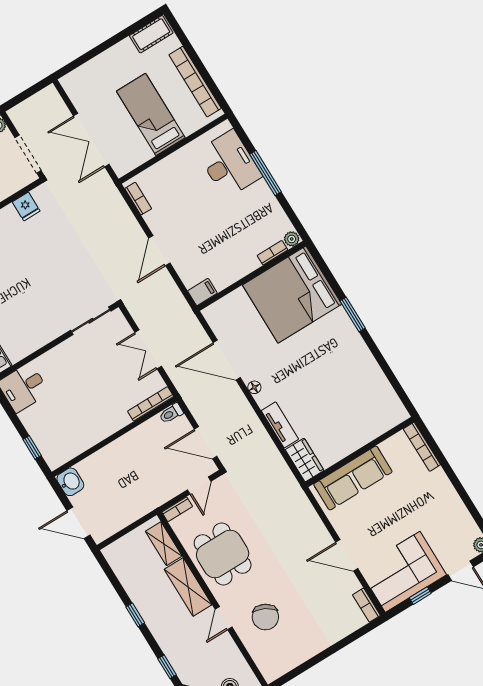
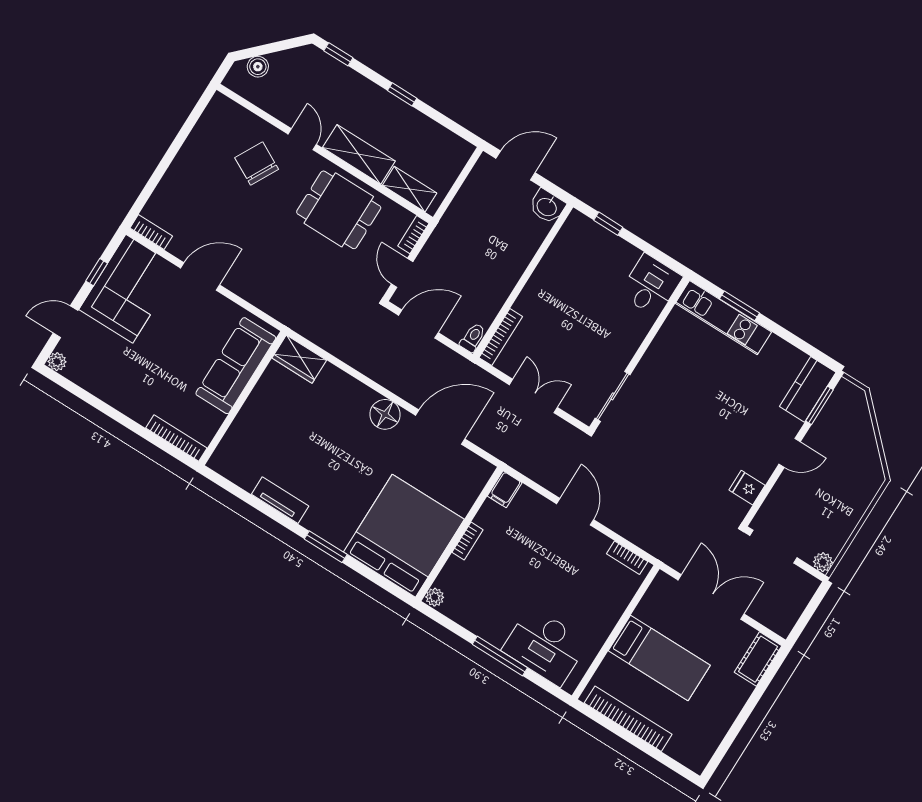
cot: (151, 34) -> (758, 659), moved
bookcase: (272, 253) -> (468, 541), moved
floor lamp: (254, 387) -> (385, 414), width x1.89, depth x1.89
tv unit: (280, 425) -> (280, 500), moved, turned 180

